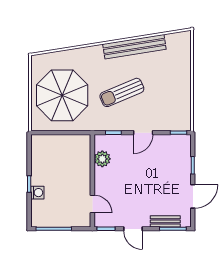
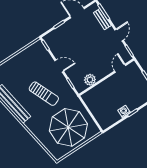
washing machine: (37, 193) -> (124, 111), moved

